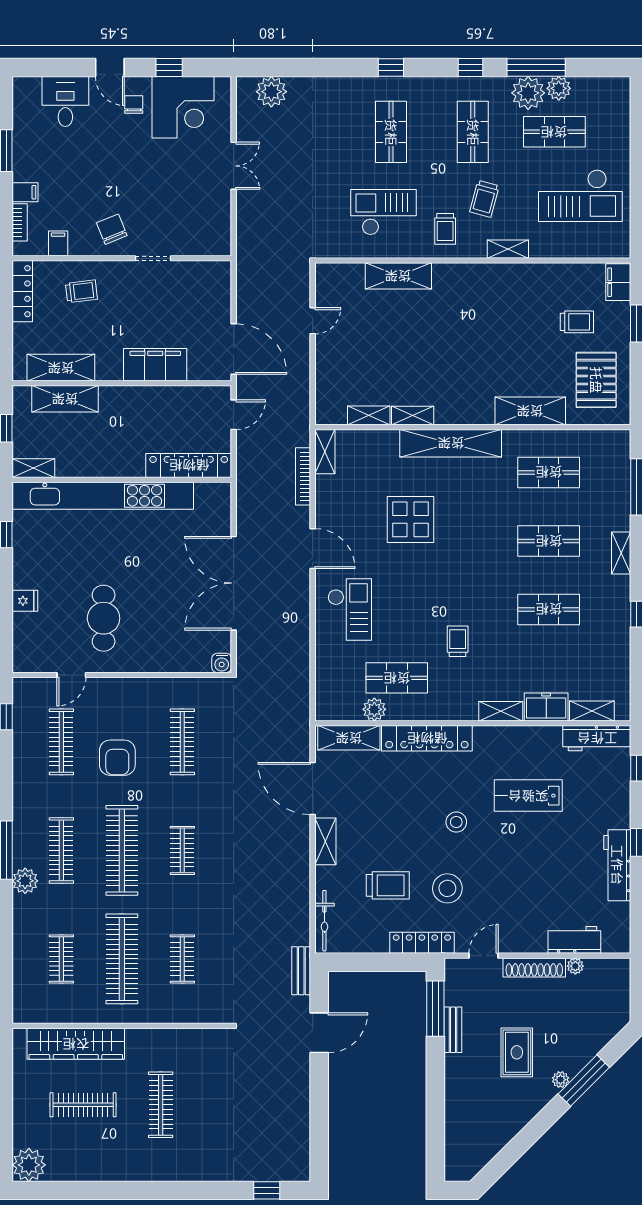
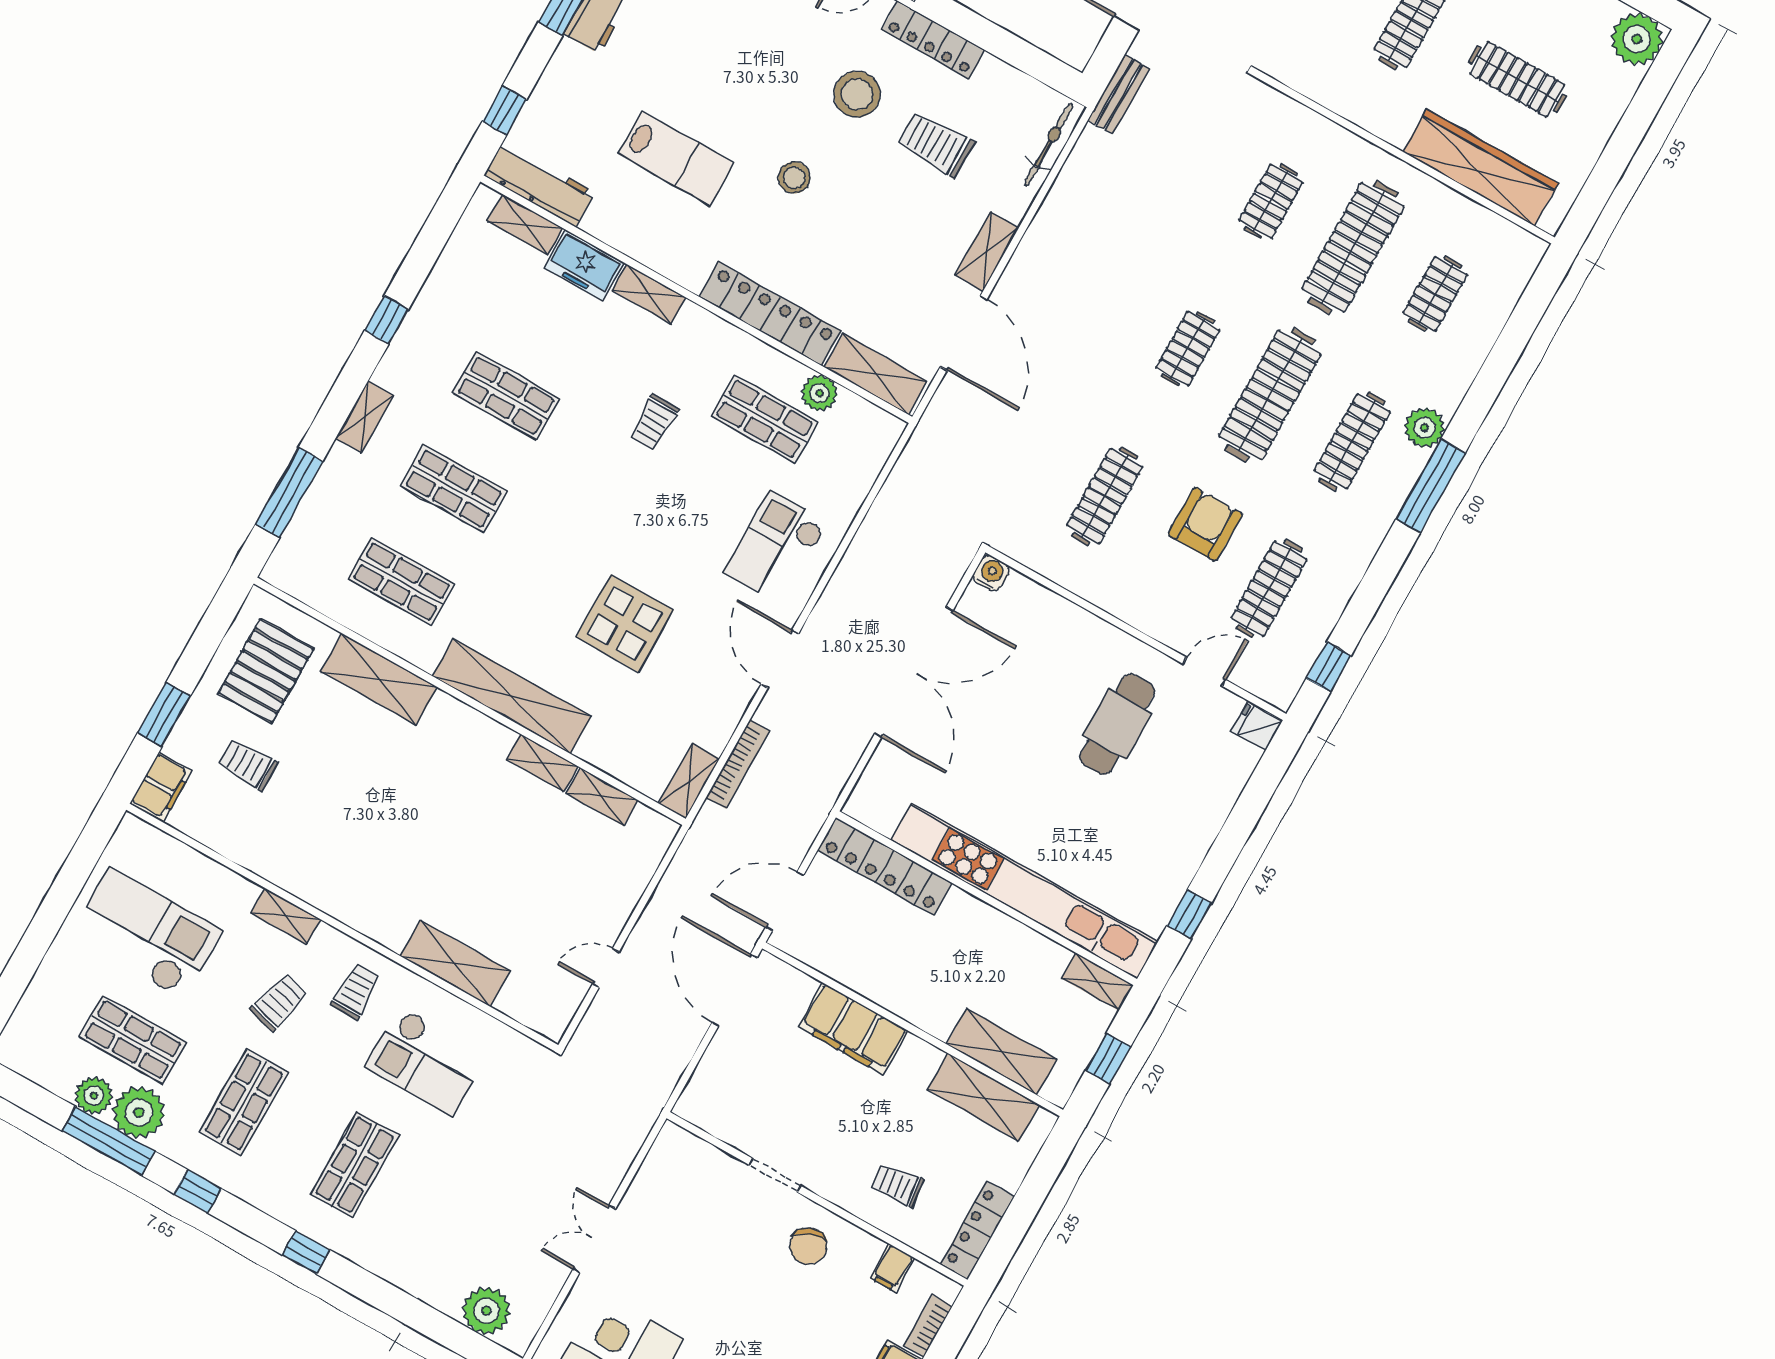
door: (234, 415) -> (785, 901), width x1.38
fridge: (25, 601) -> (1257, 726), moved

